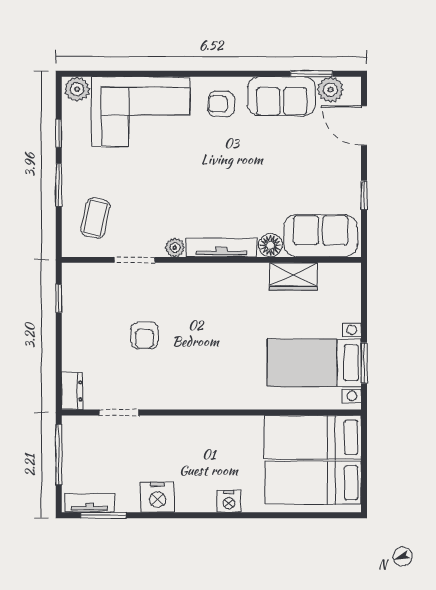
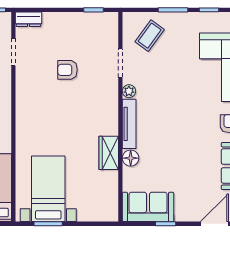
coffee table: (95, 218) -> (150, 36), turned -66
sofa: (321, 236) -> (148, 207), moved, turned -90
wardrobe: (293, 277) -> (109, 153), moved

